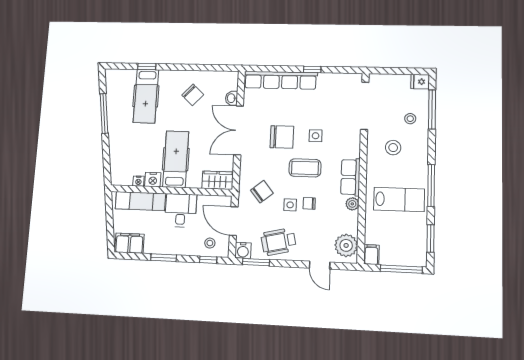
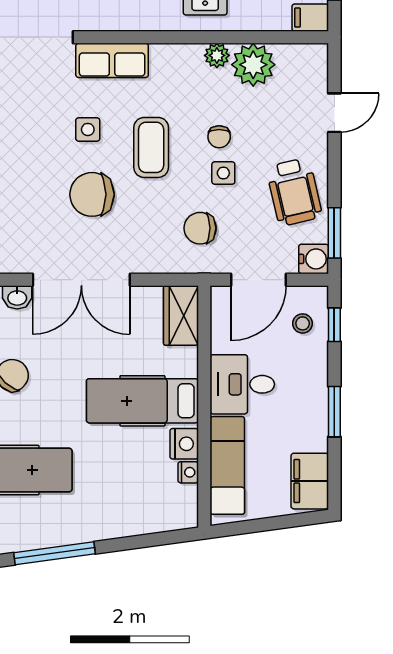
chair: (282, 137) -> (92, 194), turned -90
row of seats: (351, 177) -> (112, 60), moved
chair: (262, 192) -> (200, 228), turned -51
plant: (346, 245) -> (253, 65), moved

